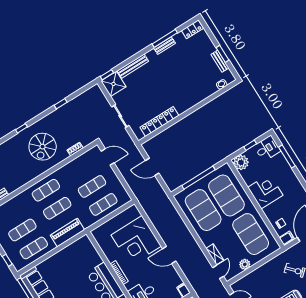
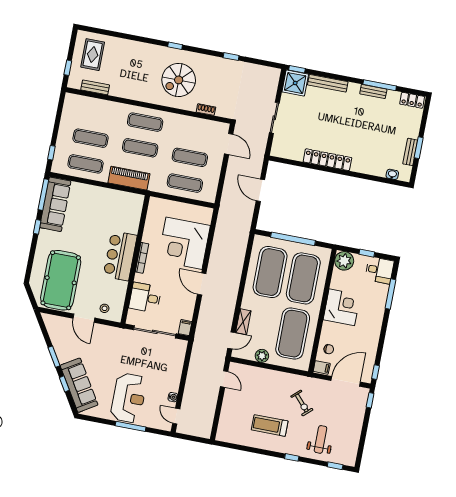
locker: (159, 121) -> (327, 160), moved

